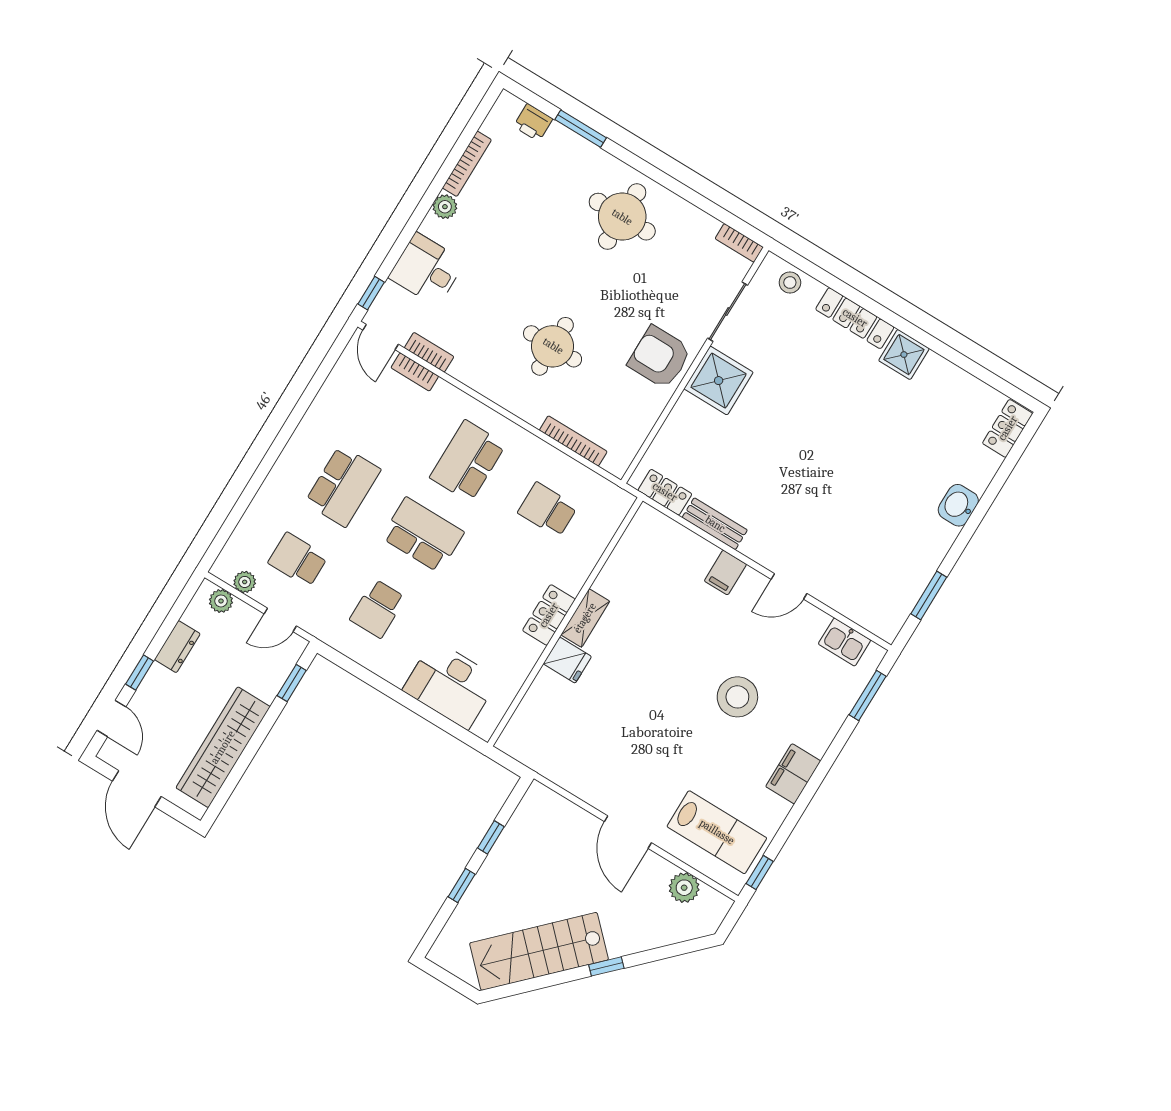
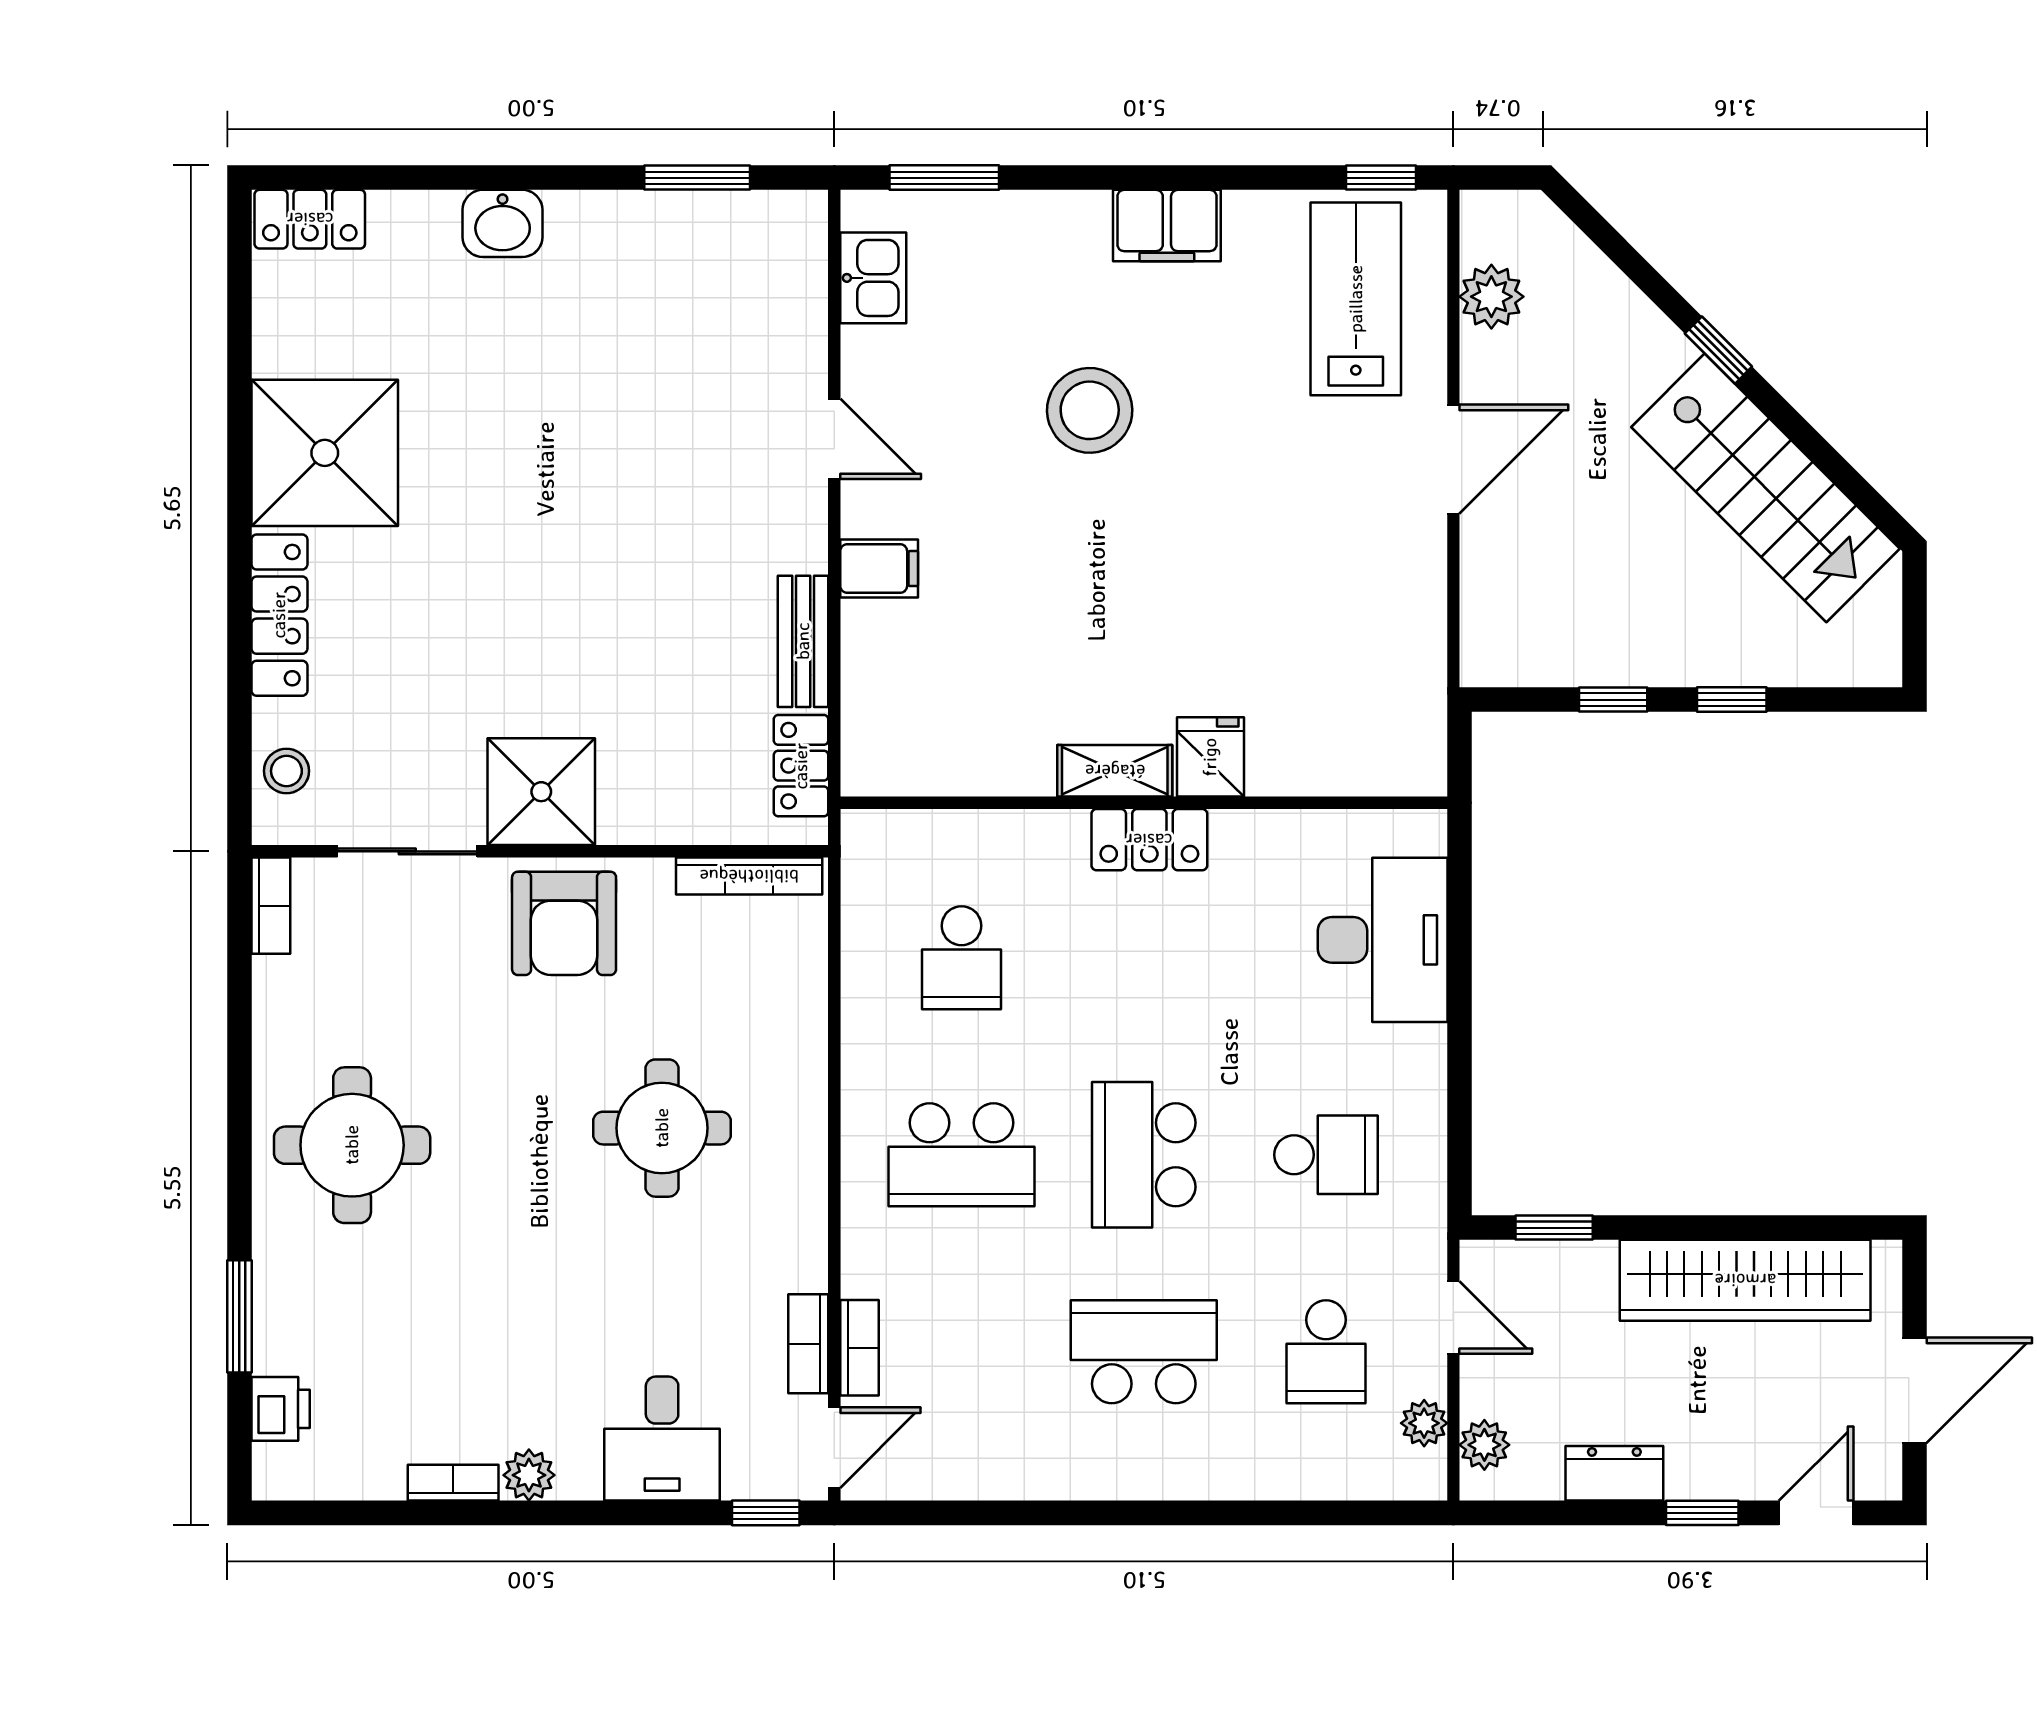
bookcase: (467, 164) -> (453, 1483), width x0.64
shower: (904, 355) -> (325, 453), width x1.86, depth x1.86
bookcase: (573, 441) -> (749, 876), moved, turned -90

